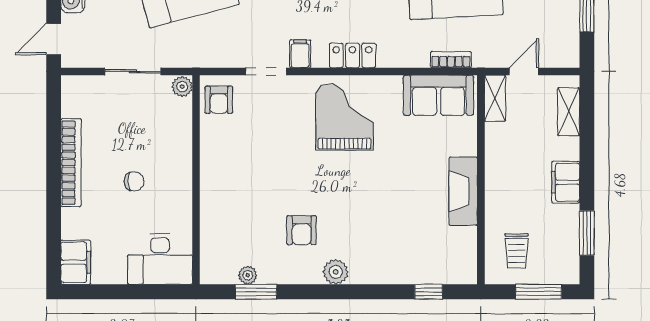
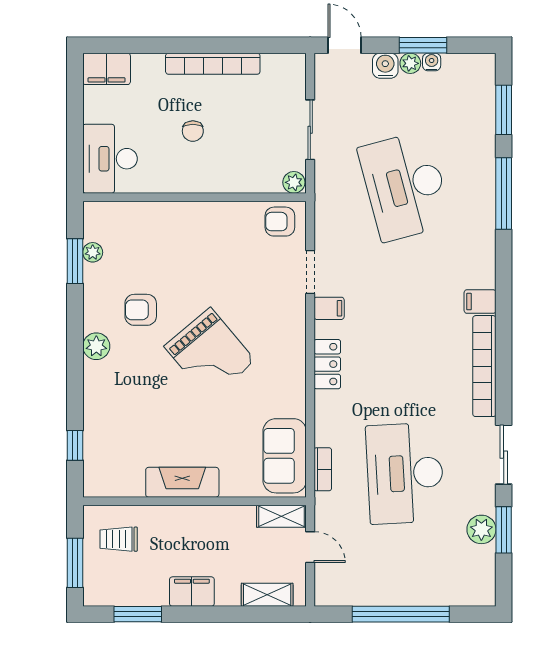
grand piano: (344, 117) -> (210, 354), moved, turned 50

